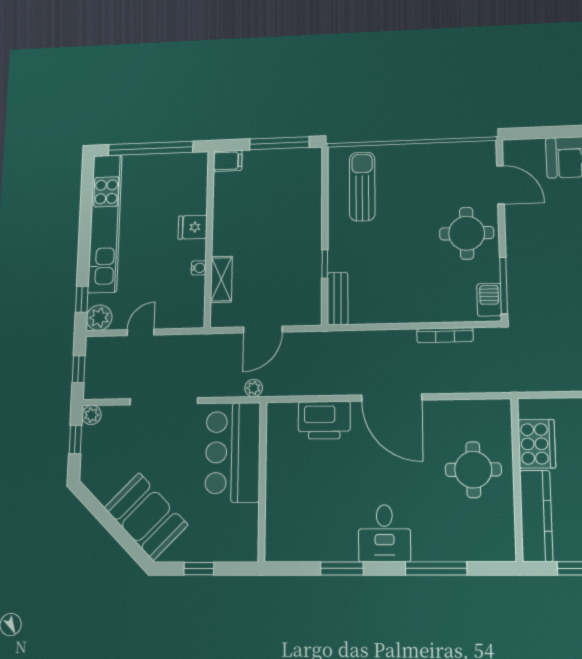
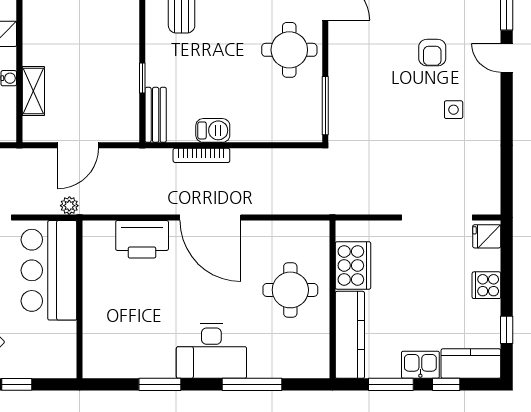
barbecue: (489, 300) -> (213, 130), moved, turned 90
bookcase: (445, 335) -> (201, 155), moved
desk: (384, 533) -> (211, 351), width x1.37

